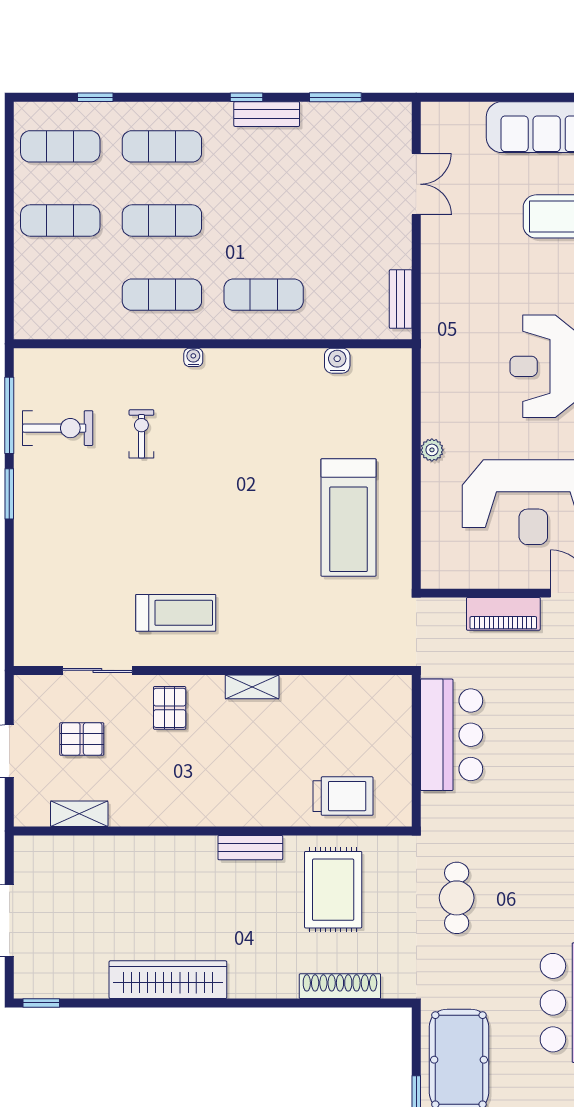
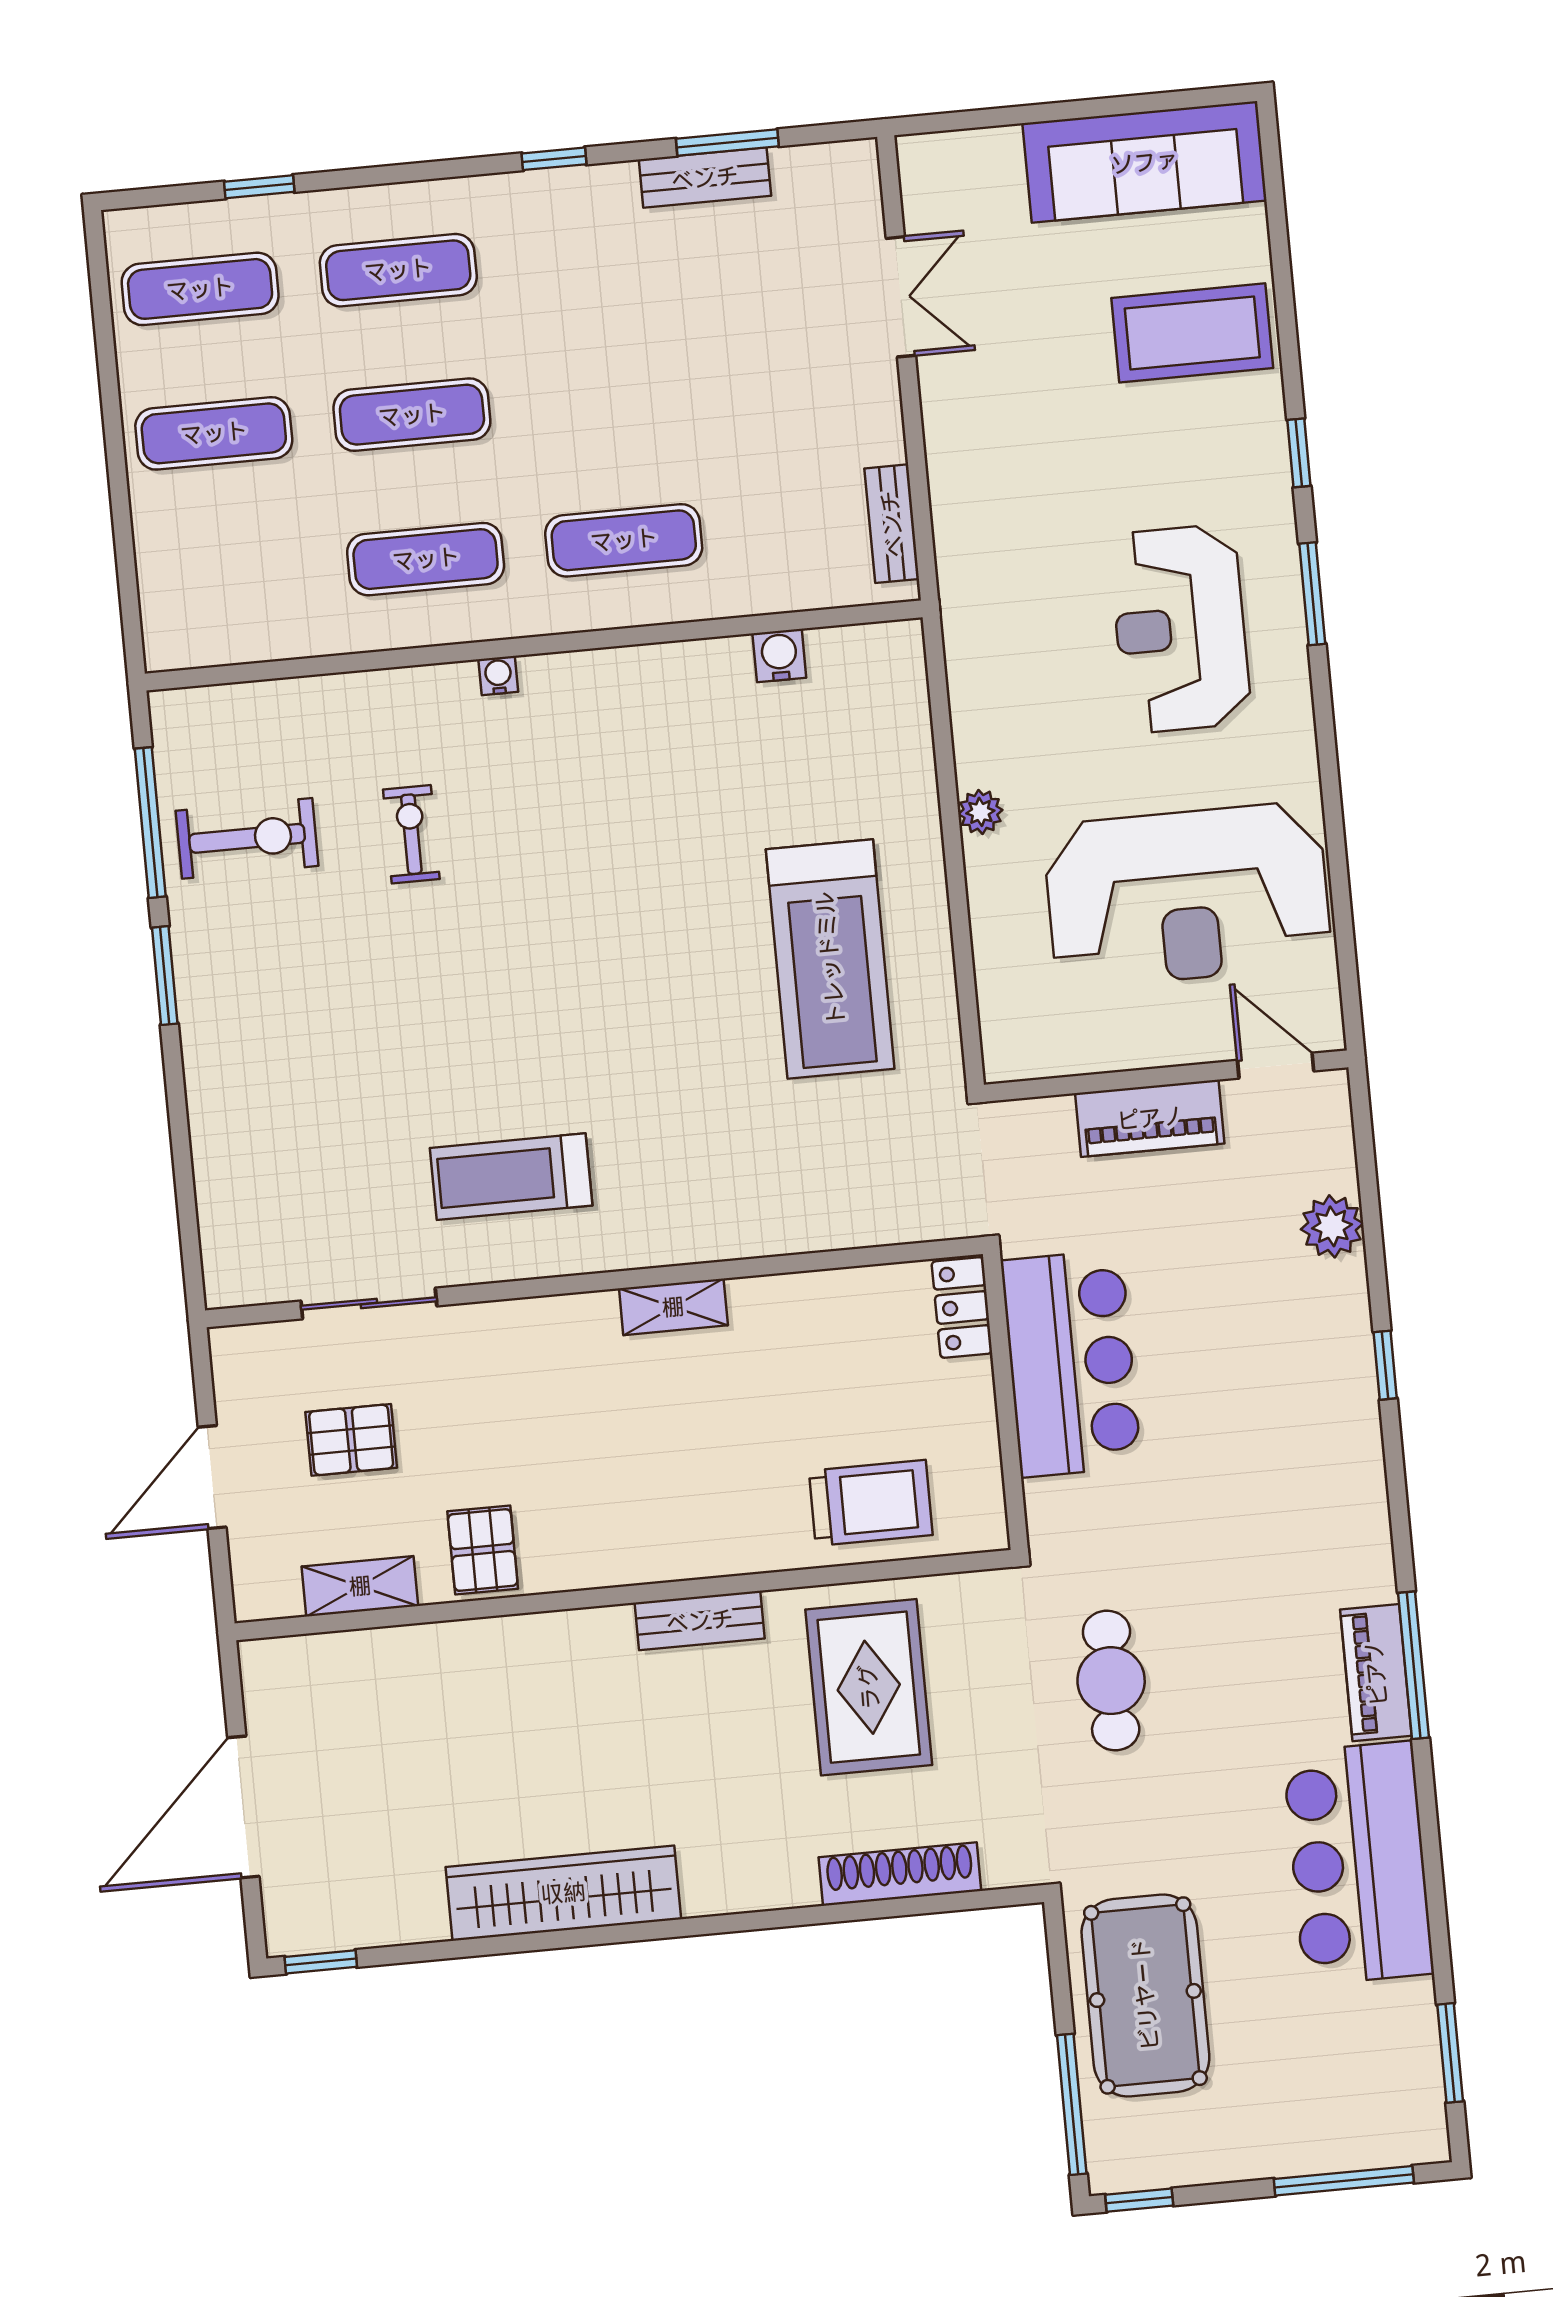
bench: (267, 114) -> (705, 178), moved
treadmill: (176, 613) -> (511, 1177), turned 180
locker: (399, 701) -> (962, 1307), added
pallet: (170, 708) -> (483, 1550), moved

